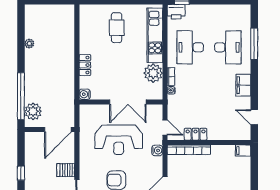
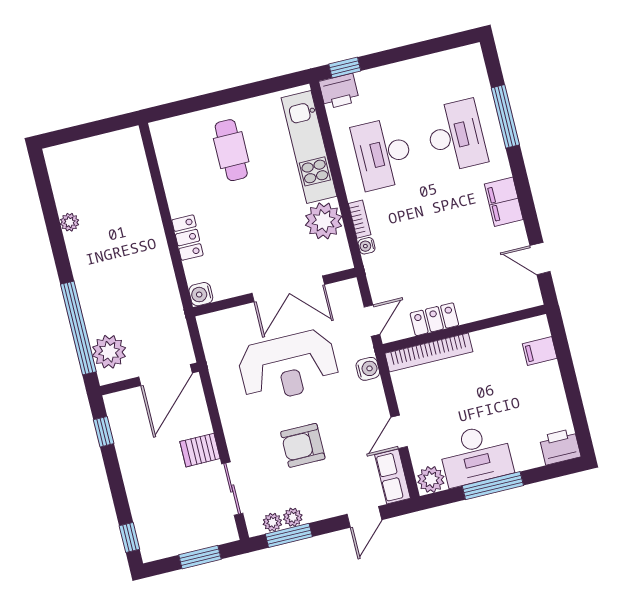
door: (165, 127) -> (372, 321), hinge flipped
filing cabinet: (243, 151) -> (540, 351), moved
window: (21, 173) -> (104, 432), moved

